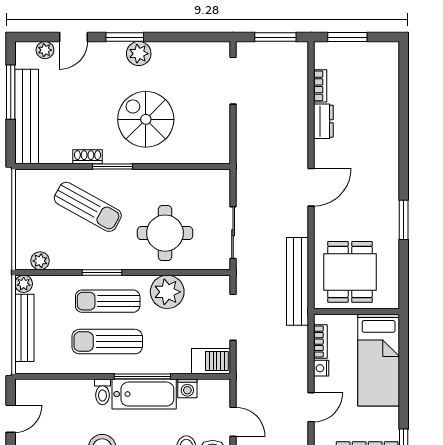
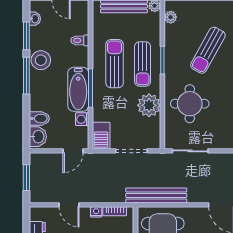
sun lounger: (108, 301) -> (143, 64), turned 180
toilet: (102, 392) -> (80, 40), moved
door: (233, 422) -> (73, 151), moved

